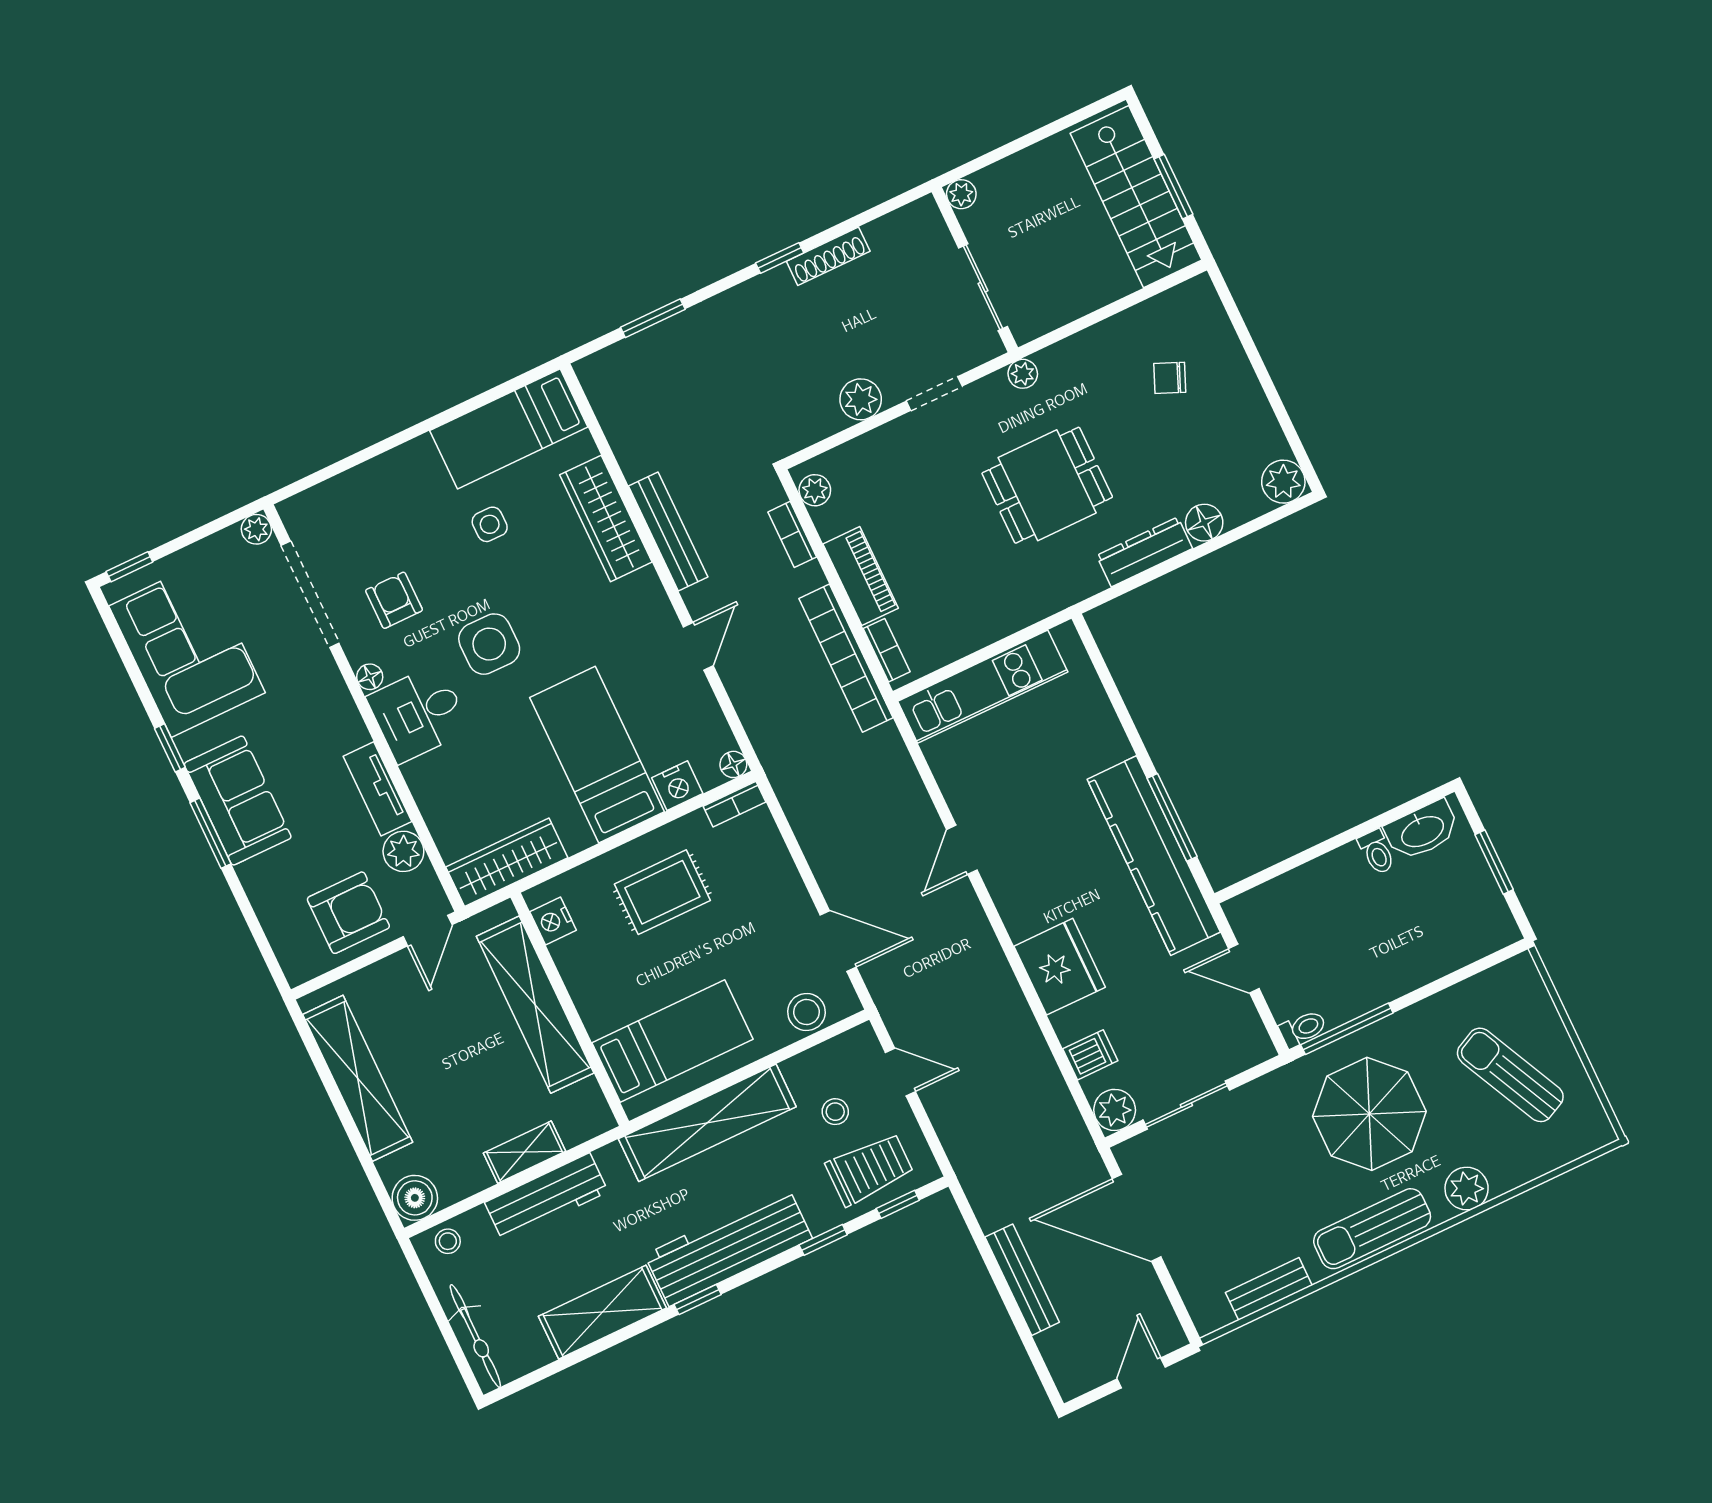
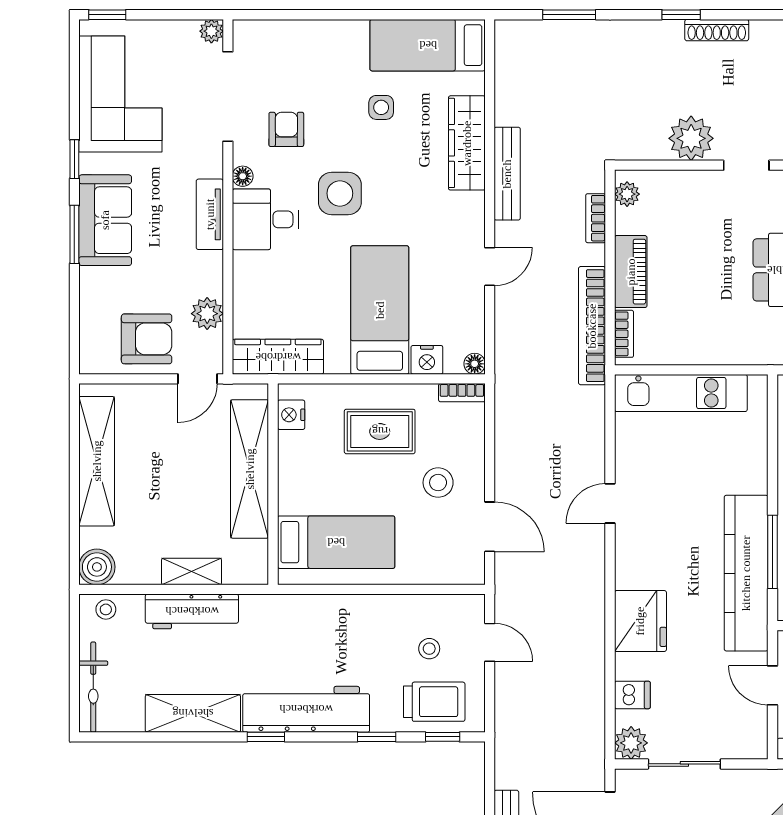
plant: (861, 399) -> (691, 138), width x1.36, depth x1.36
tv unit: (377, 789) -> (210, 214), moved
stool: (807, 1012) -> (438, 483), moved
shelving: (707, 1123) -> (333, 613), removed

